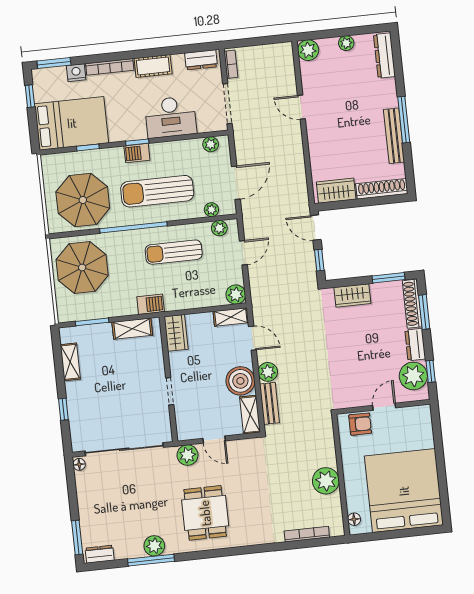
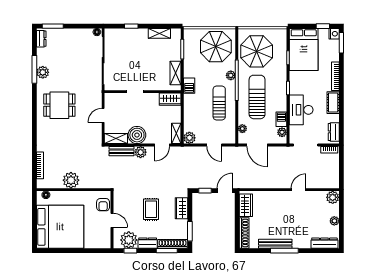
nightstand: (76, 73) -> (334, 34), moved
barbecue: (137, 153) -> (281, 119), moved
plant: (219, 228) -> (231, 75), moved
rug: (359, 345) -> (151, 209), added
plant: (188, 455) -> (95, 98), removed

